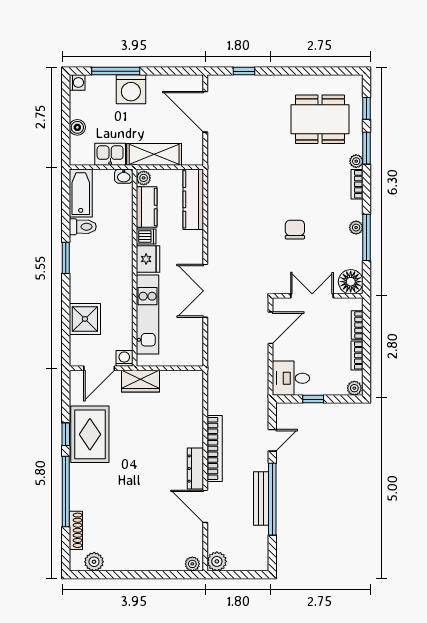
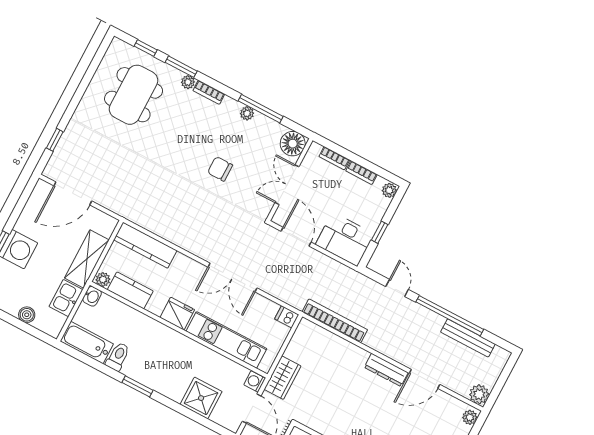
dishwasher: (146, 237) -> (287, 317), moved, turned -90
desk: (291, 378) -> (345, 239), width x1.37
bookcase: (215, 449) -> (335, 321), moved
bench: (261, 498) -> (468, 338), moved

